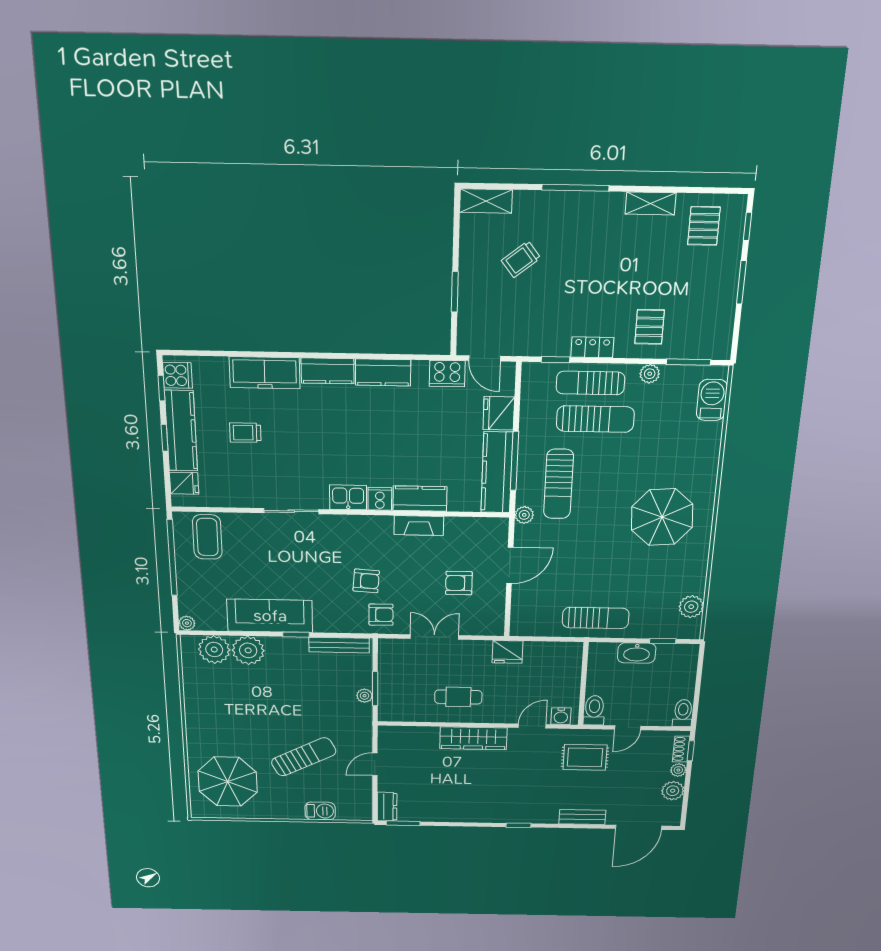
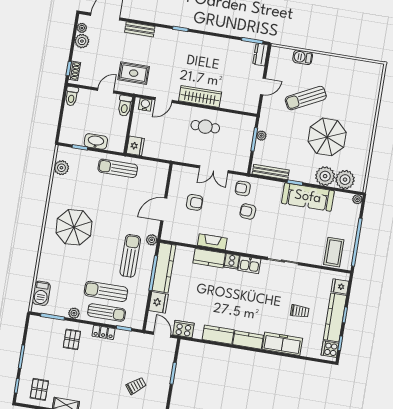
fridge: (507, 652) -> (135, 146), moved, turned 90
plant: (678, 770) -> (82, 28), moved
parasol: (228, 782) -> (327, 137), moved

